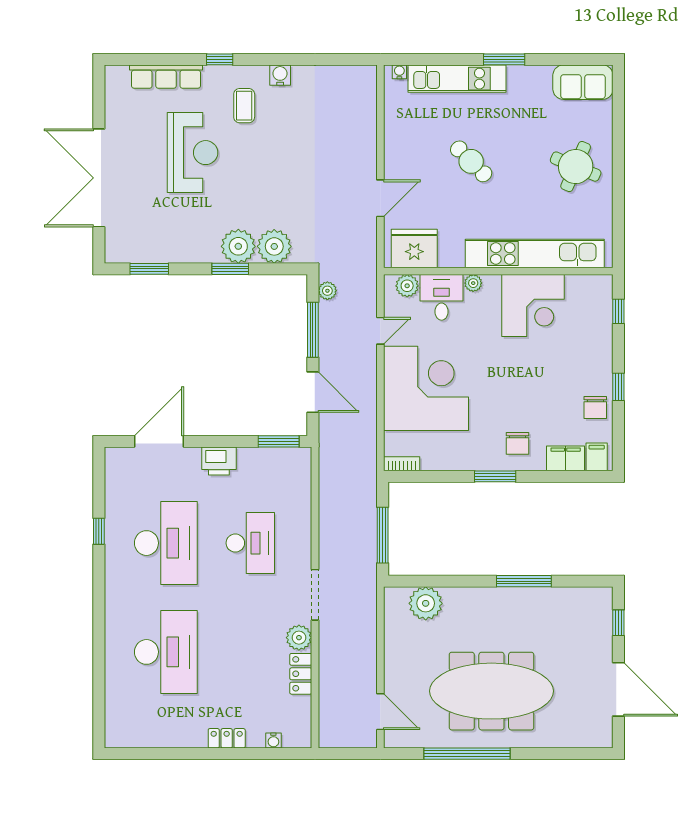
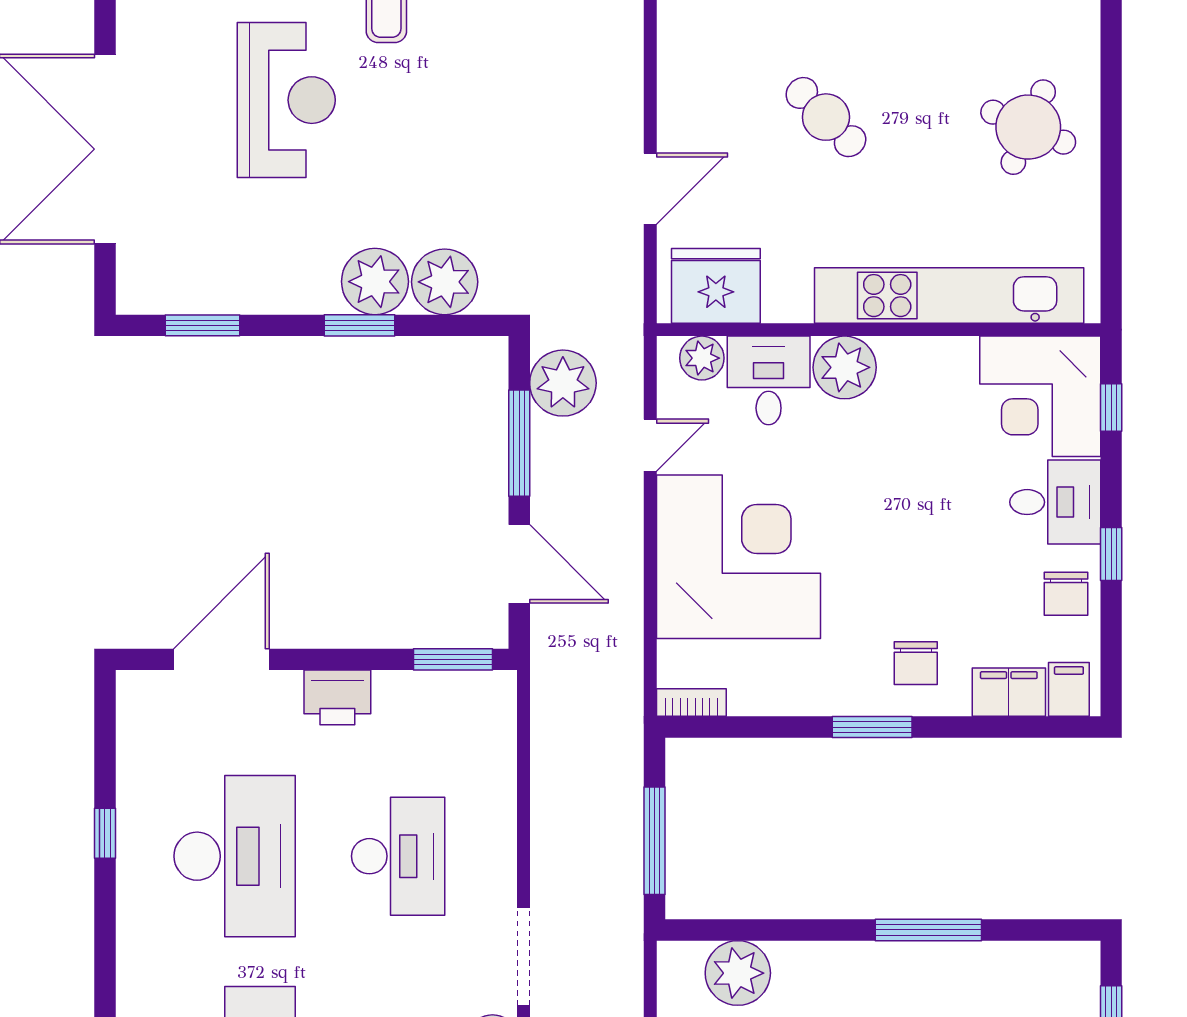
plant: (473, 283) -> (845, 367), width x1.88, depth x1.88
plant: (327, 291) -> (563, 383), width x1.87, depth x1.87
corner desk: (533, 306) -> (1040, 396), moved, turned 90
desk: (590, 360) -> (1055, 502), added

